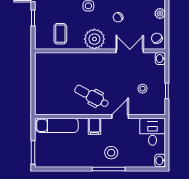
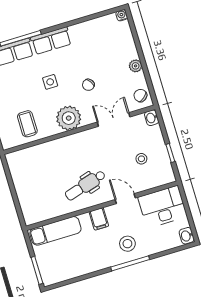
dental chair: (92, 96) -> (85, 185), turned -44
door: (120, 116) -> (125, 199), hinge flipped
desk: (153, 132) -> (162, 207), width x1.37

